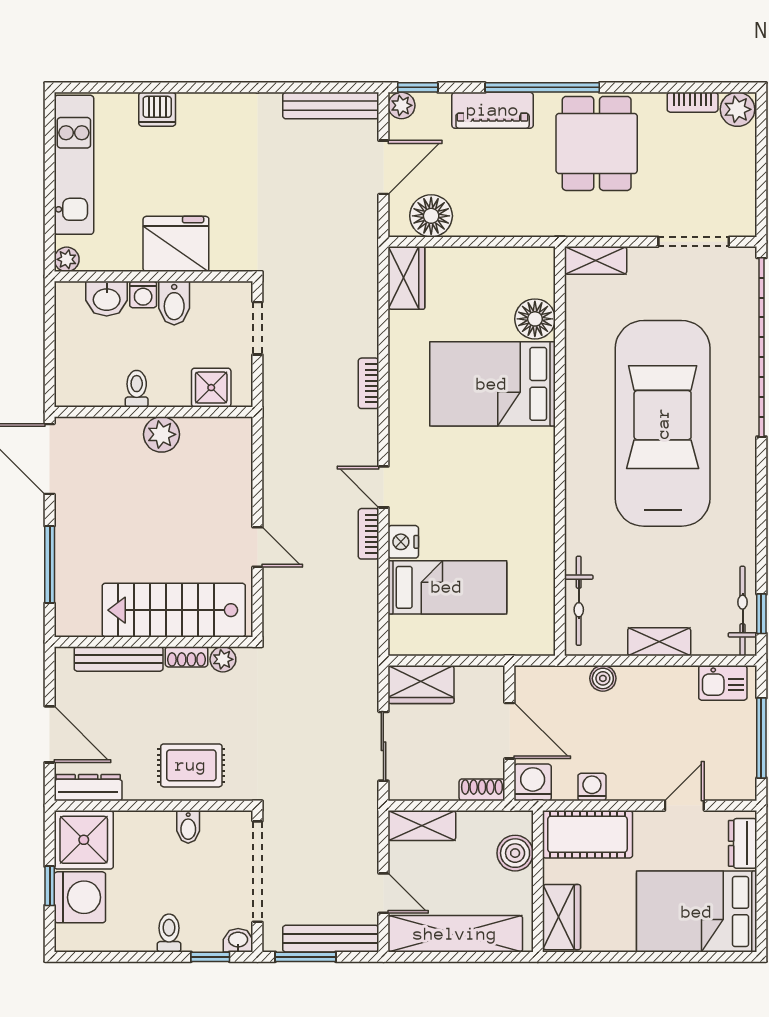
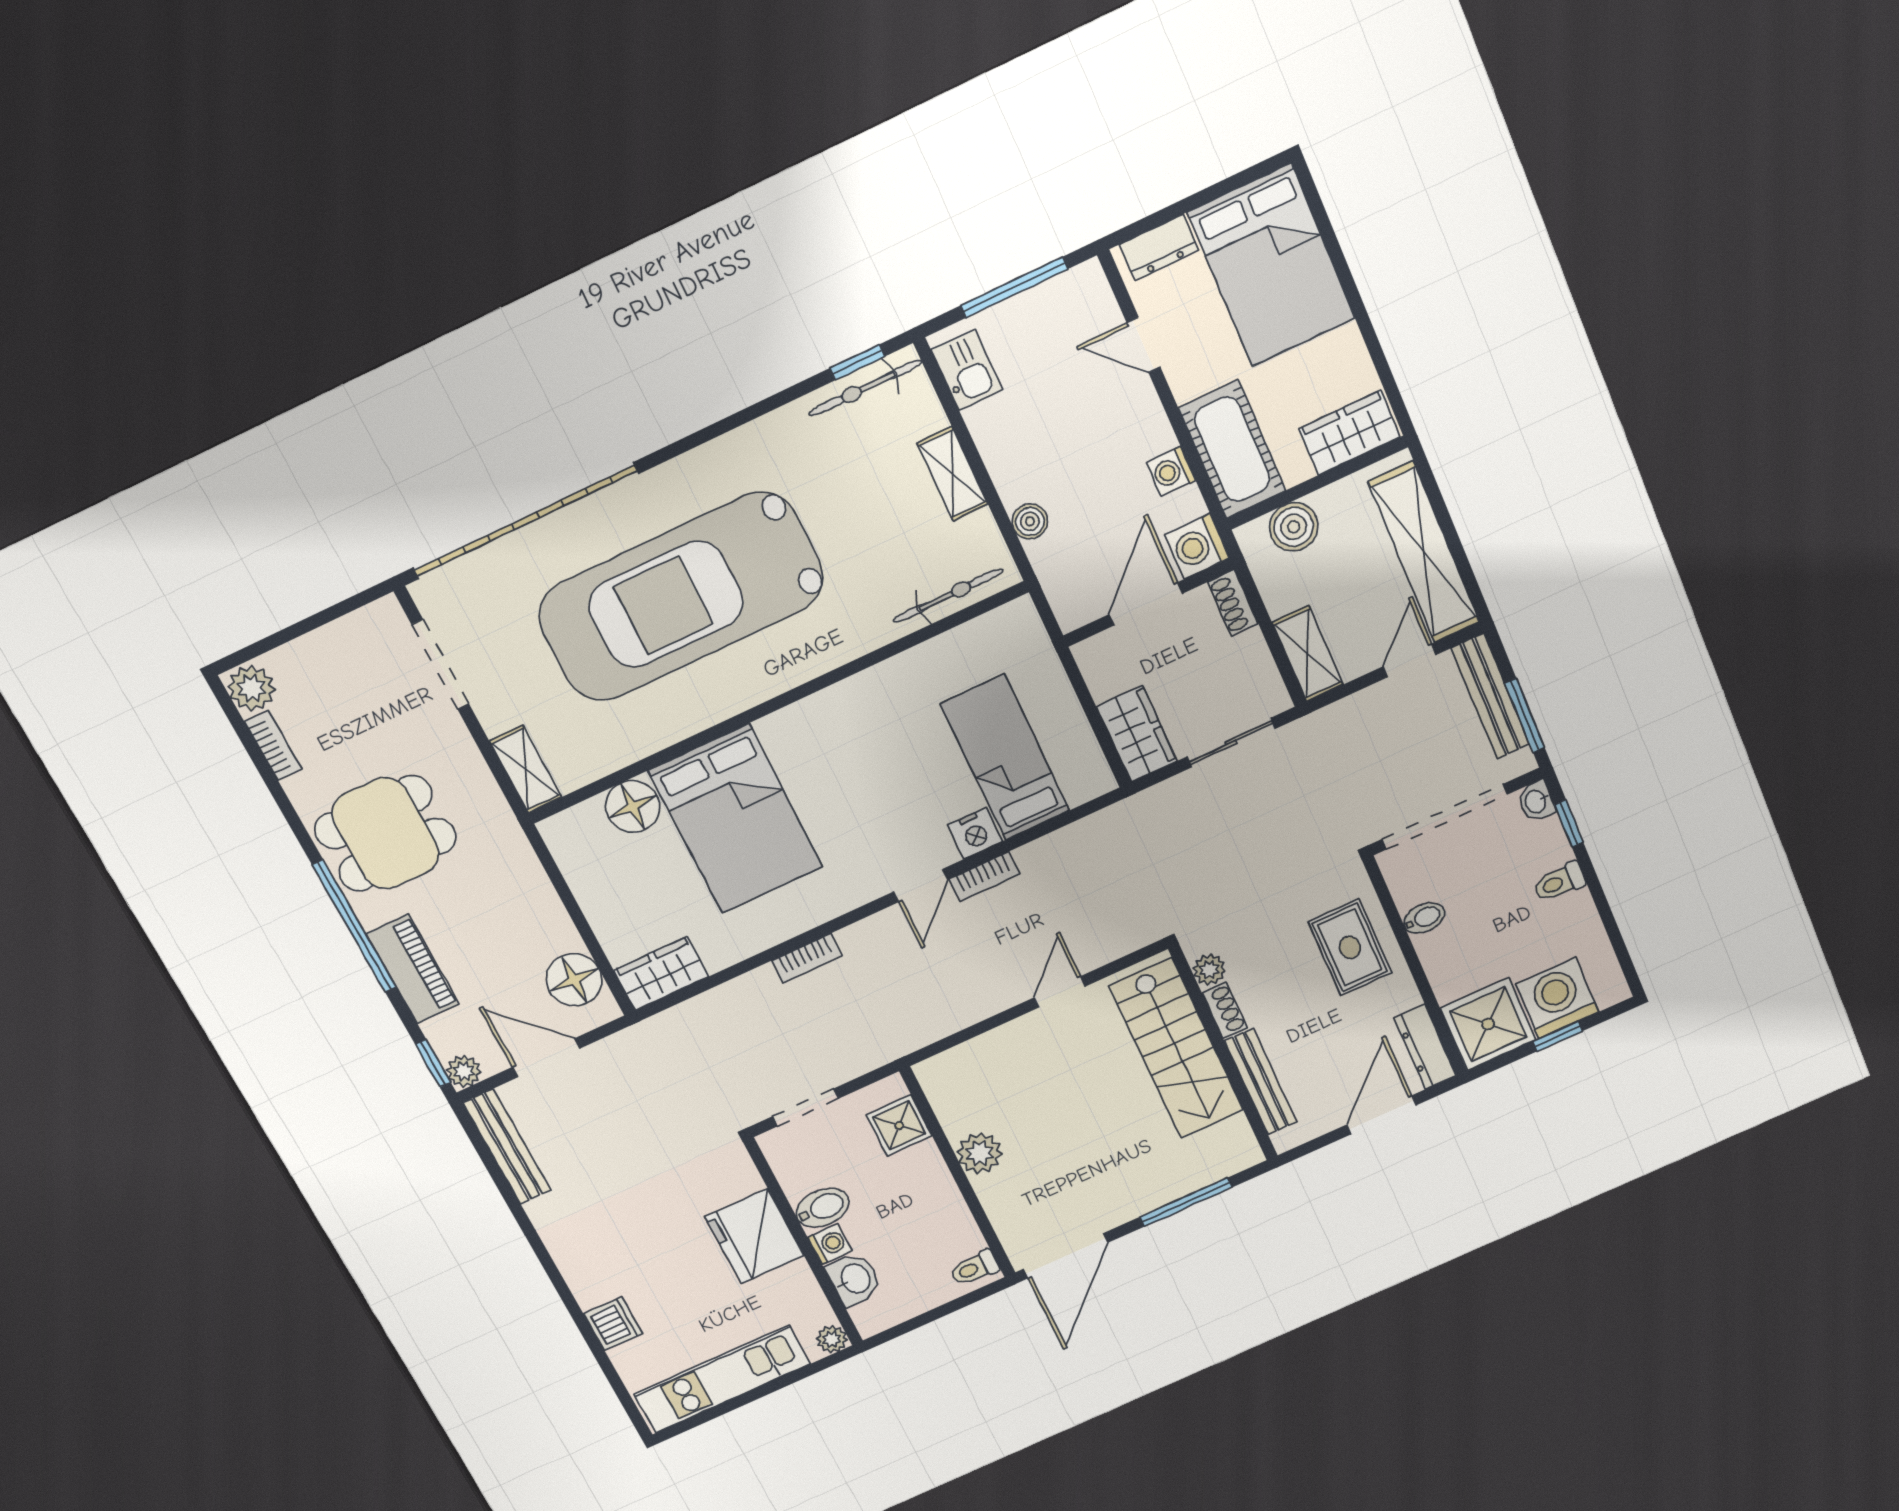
toilet: (137, 389) -> (974, 1268), moved

